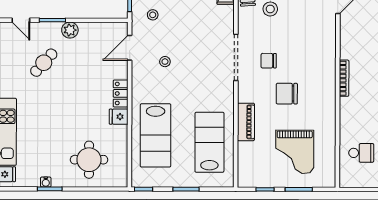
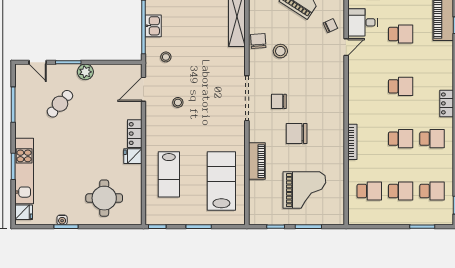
bookcase: (344, 78) -> (352, 142), moved
lab bench: (155, 135) -> (169, 174), width x0.73, depth x0.72
grand piano: (295, 152) -> (304, 190), turned -90

